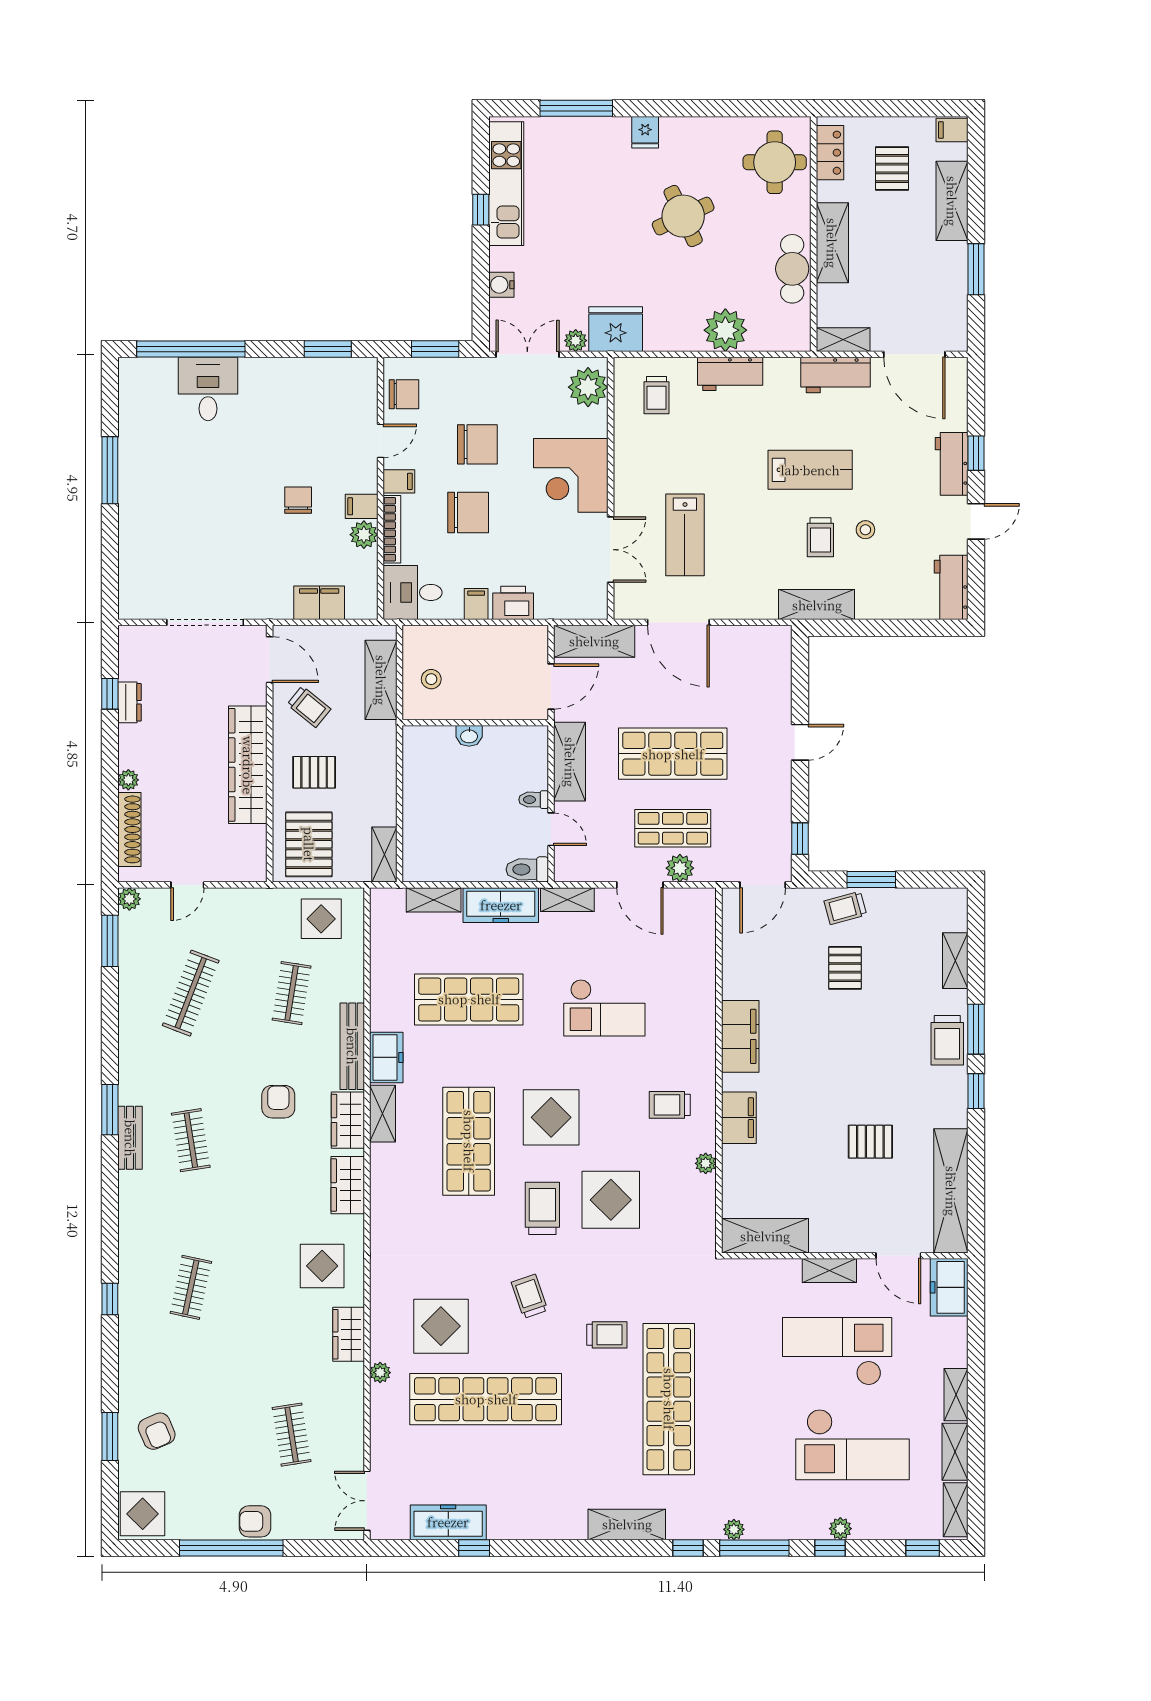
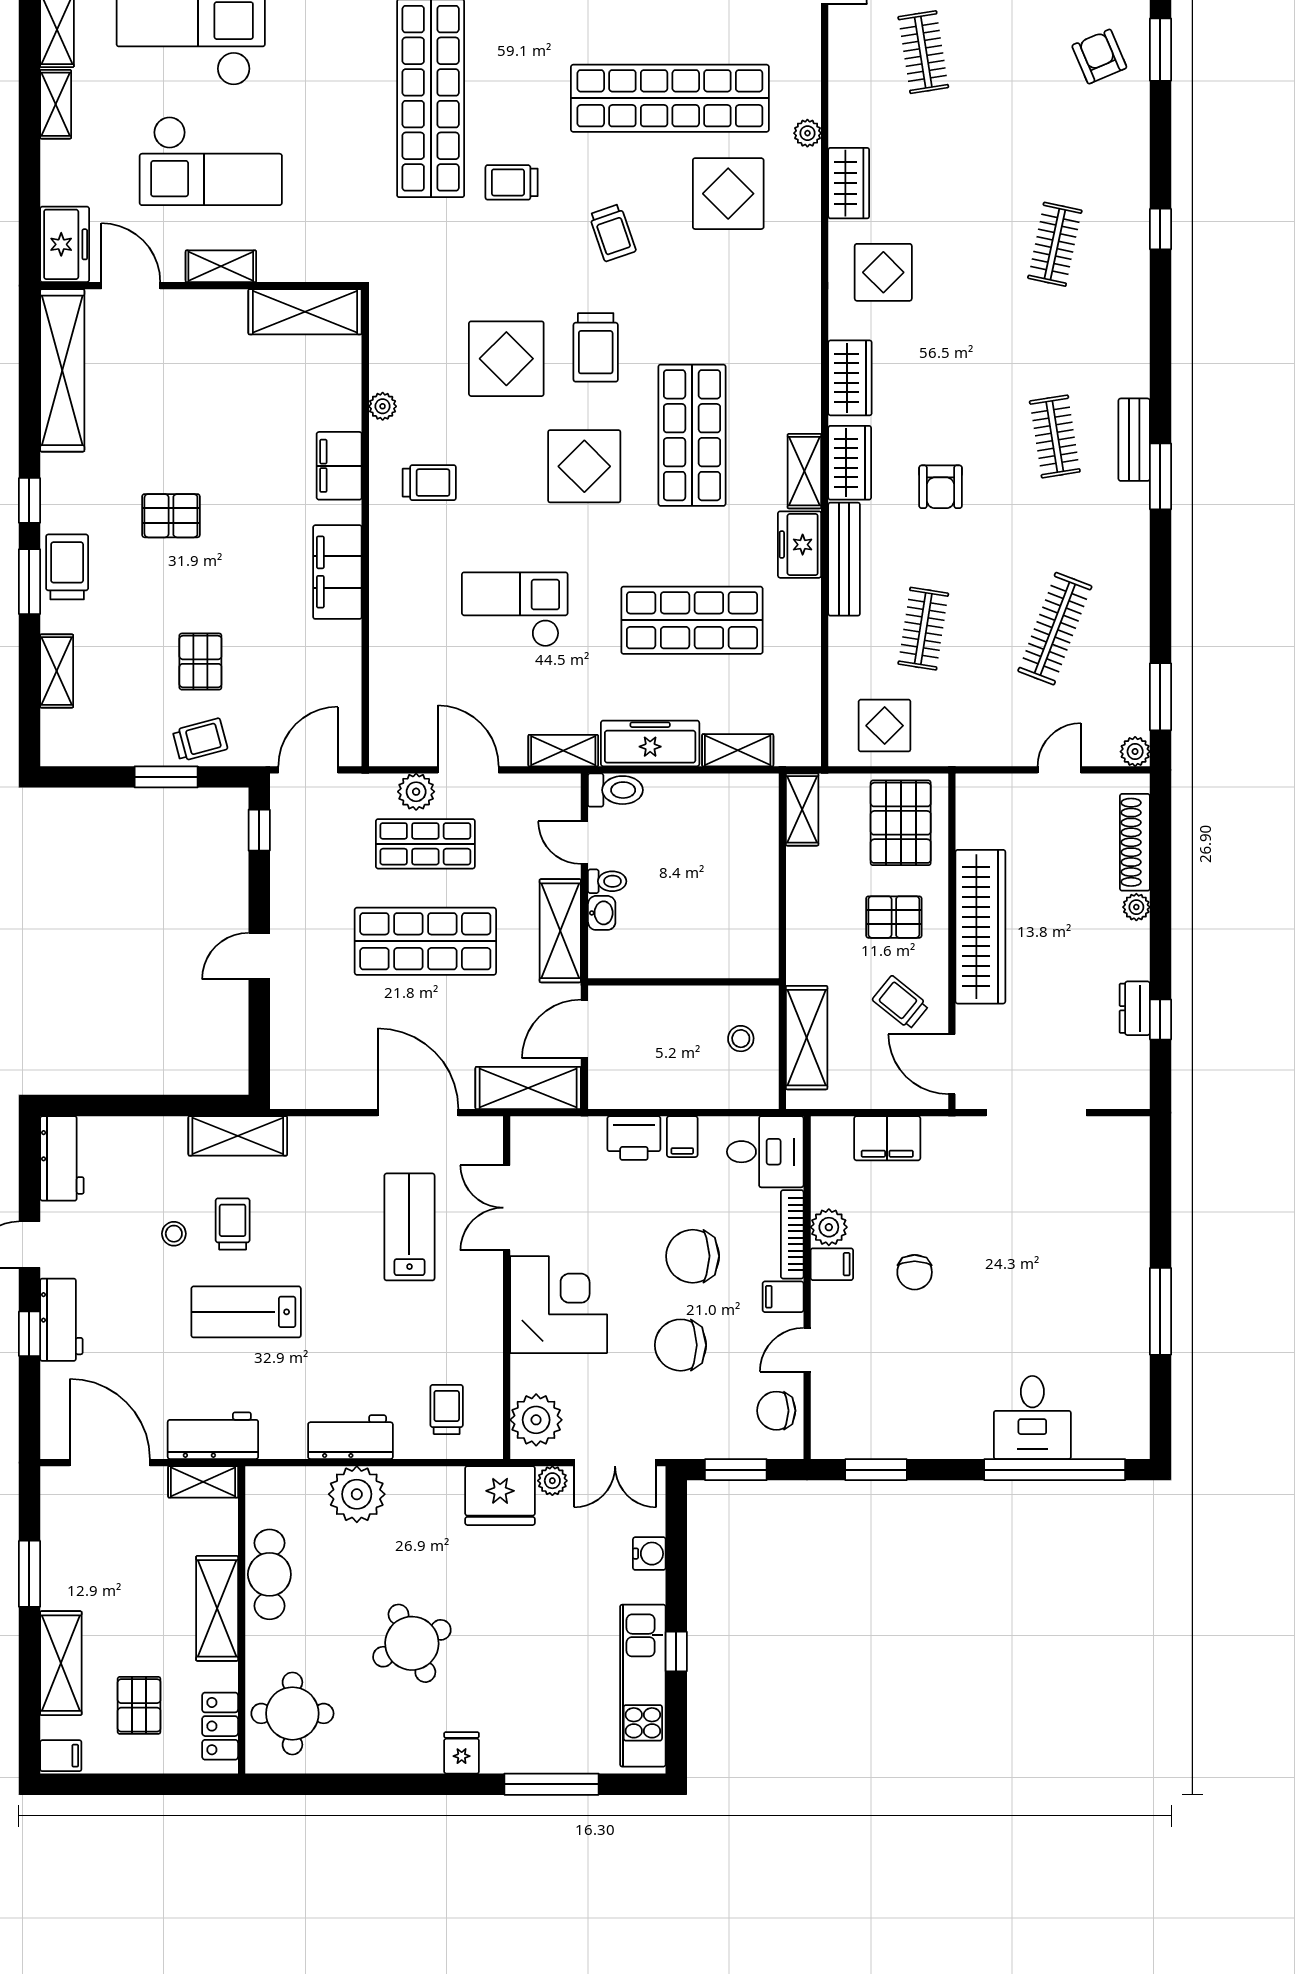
washbasin: (469, 736) -> (602, 913), moved, turned 90
pallet: (870, 1142) -> (171, 516), moved

